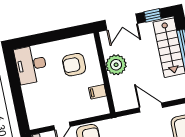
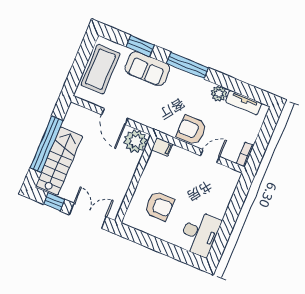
plant: (116, 65) -> (136, 141), moved
filing cabinet: (98, 92) -> (162, 147), moved

